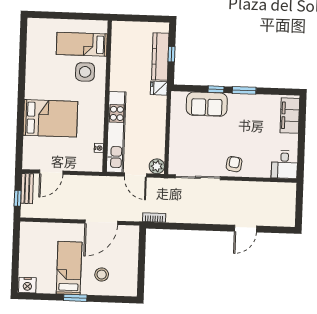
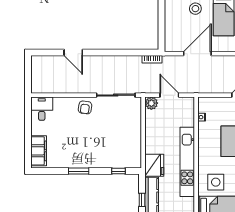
fridge: (159, 88) -> (154, 165), width x1.88, depth x1.34
window: (216, 89) -> (119, 171), moved
sofa: (207, 104) -> (110, 158), removed
kitchen unit: (116, 132) -> (187, 162), moved
door: (246, 229) -> (73, 52), swing flipped

